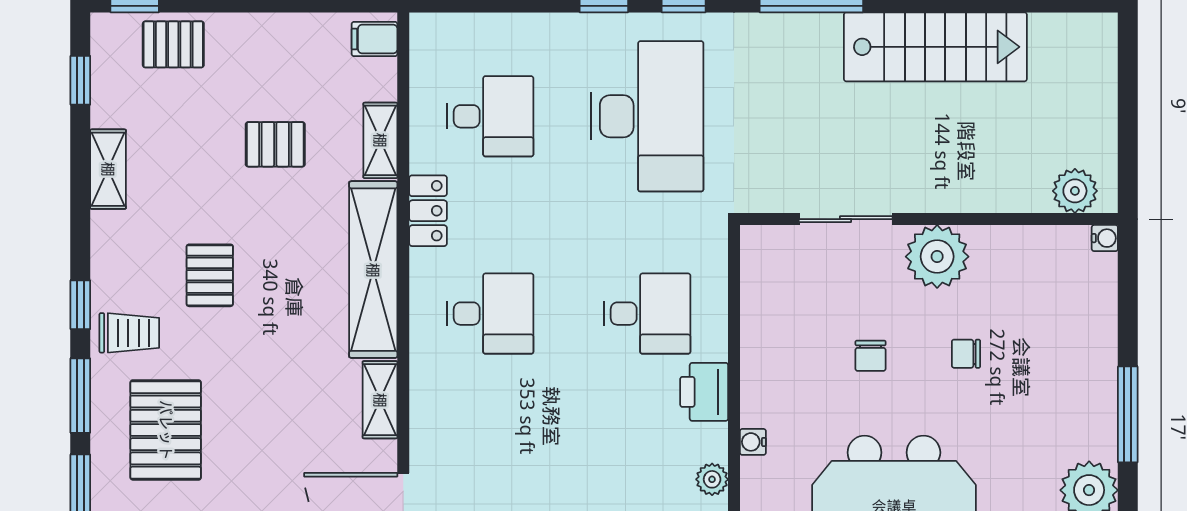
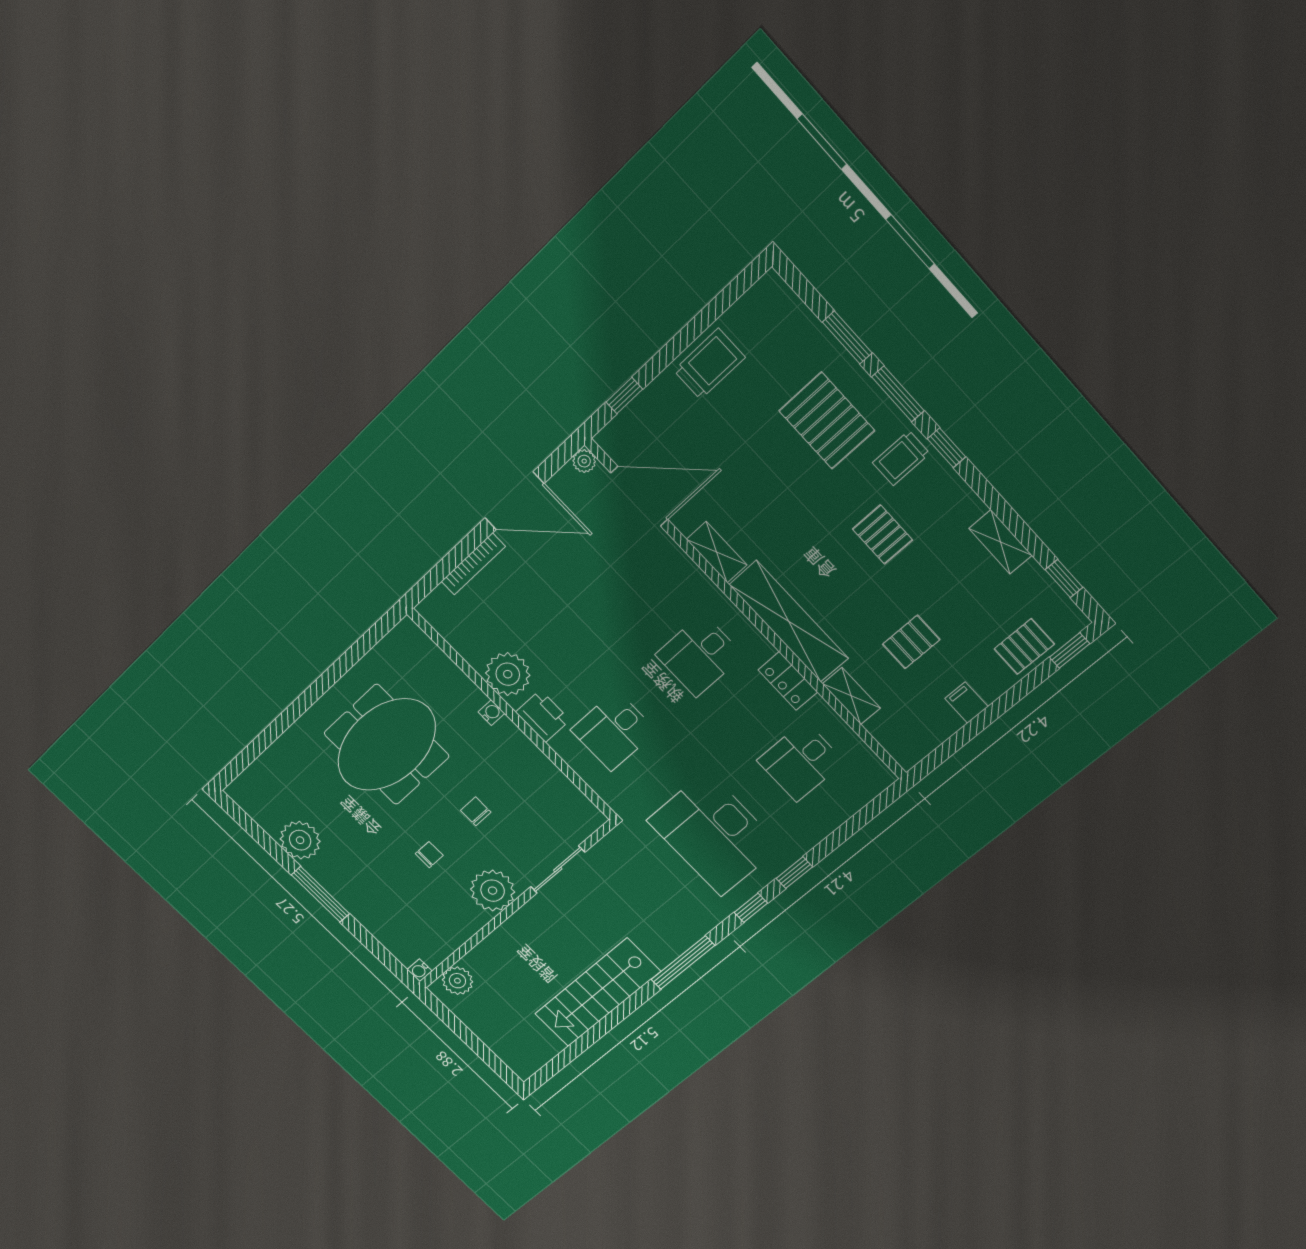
filing cabinet: (374, 39) -> (966, 703), moved, turned -90
plant: (712, 479) -> (508, 674), width x1.87, depth x1.87

